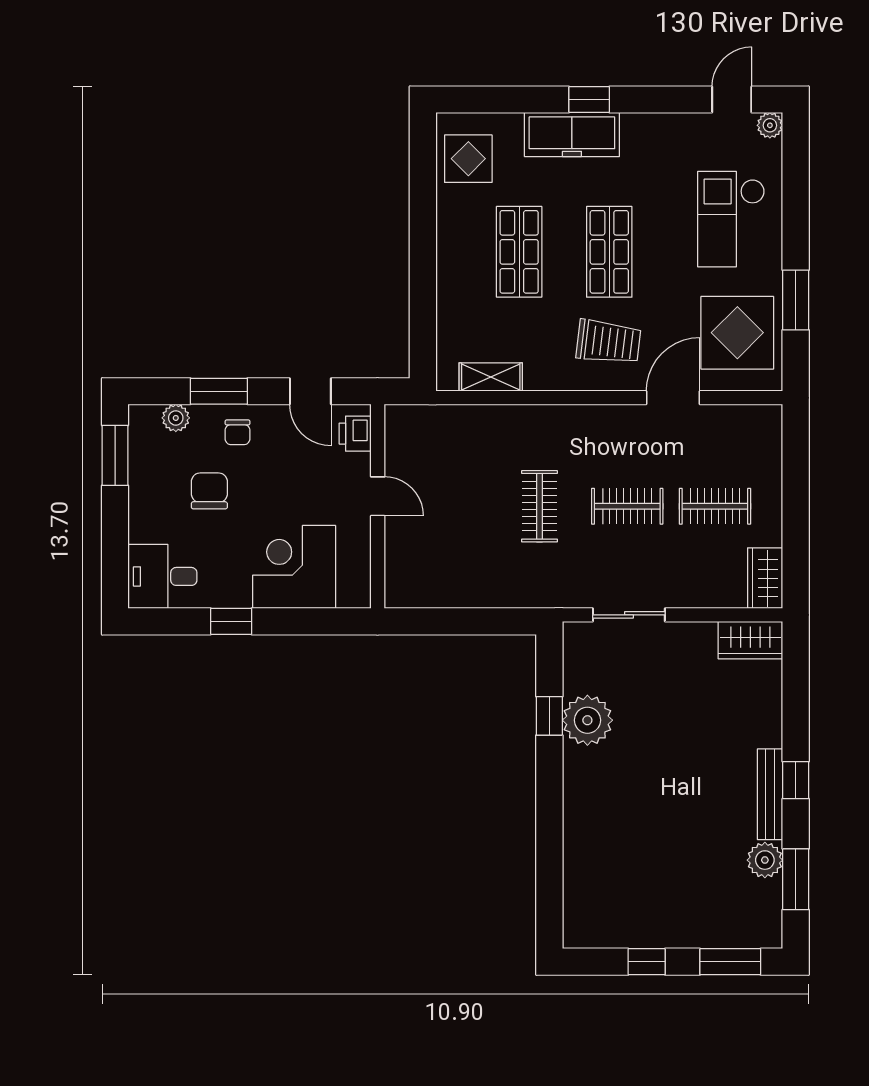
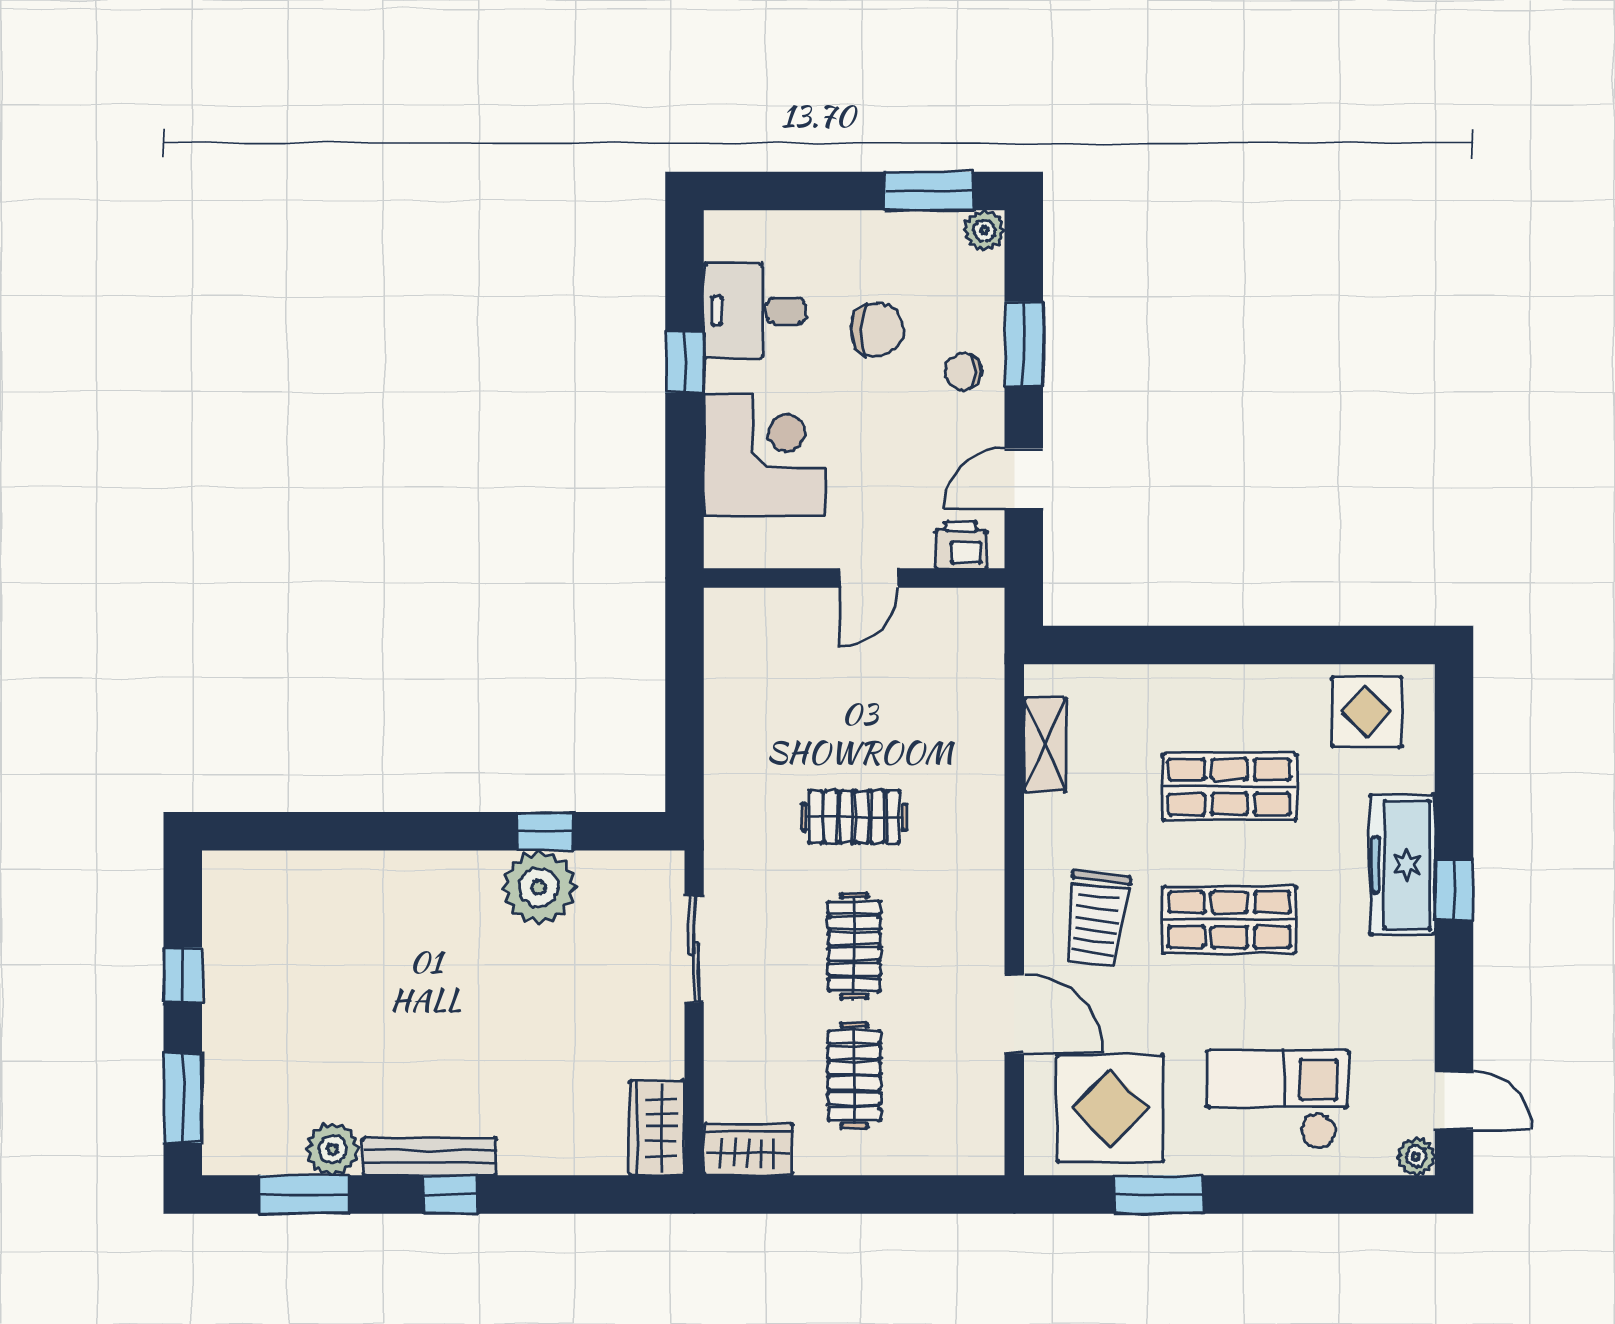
plant: (176, 418) -> (984, 230), moved
desk: (162, 576) -> (754, 311), moved, turned -90

